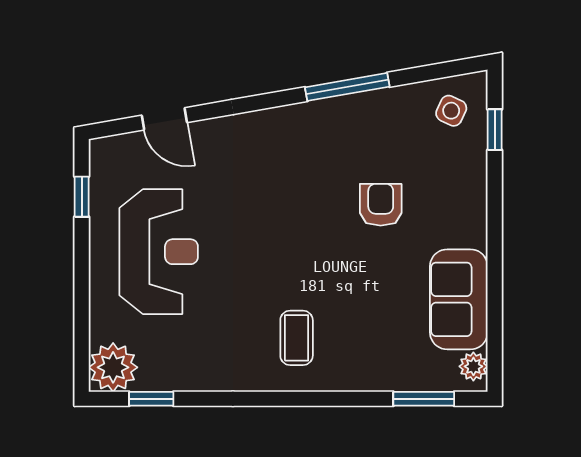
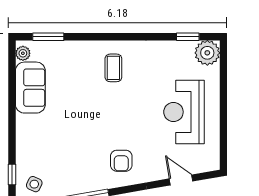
window: (82, 197) -> (223, 140), removed
armchair: (381, 205) -> (121, 161), moved

